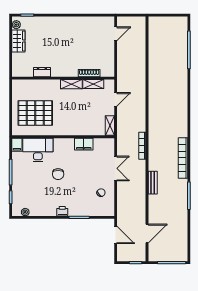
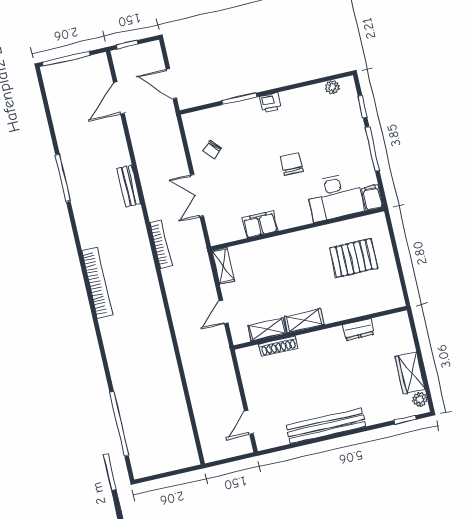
bench: (73, 22) -> (326, 426), added
pallet: (35, 113) -> (354, 258), width x0.73, depth x0.71
bookcase: (183, 158) -> (97, 283), moved

